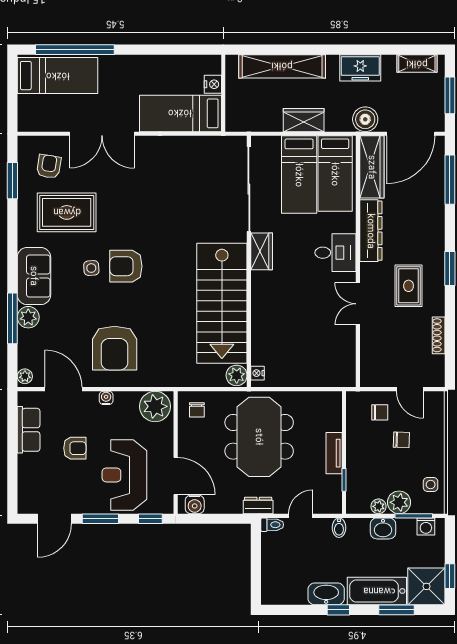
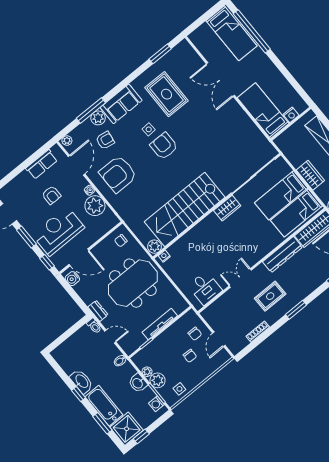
armchair: (49, 166) -> (105, 140), moved
desk: (335, 253) -> (205, 288), moved
plant: (155, 406) -> (95, 206), moved
tv unit: (334, 453) -> (160, 324), width x1.41
door: (176, 476) -> (79, 257), hinge flipped

